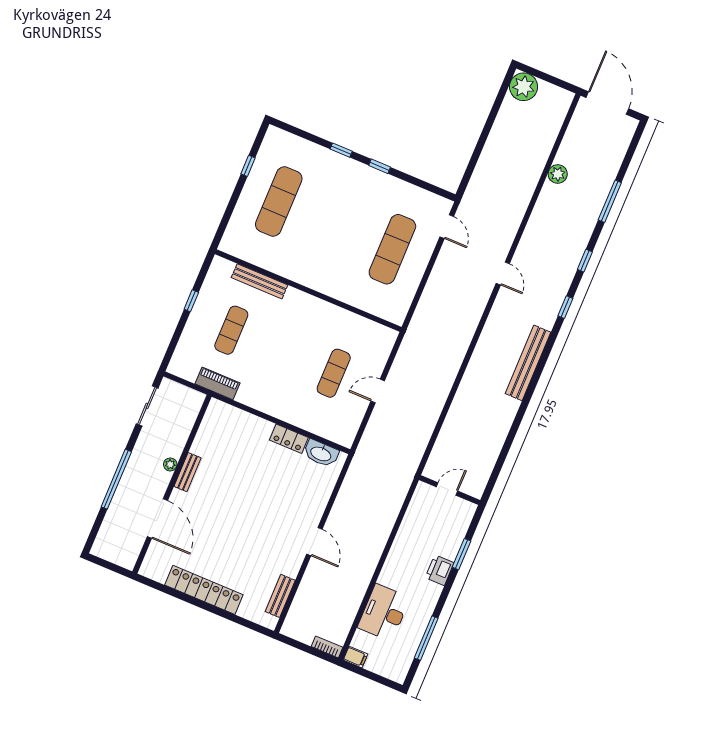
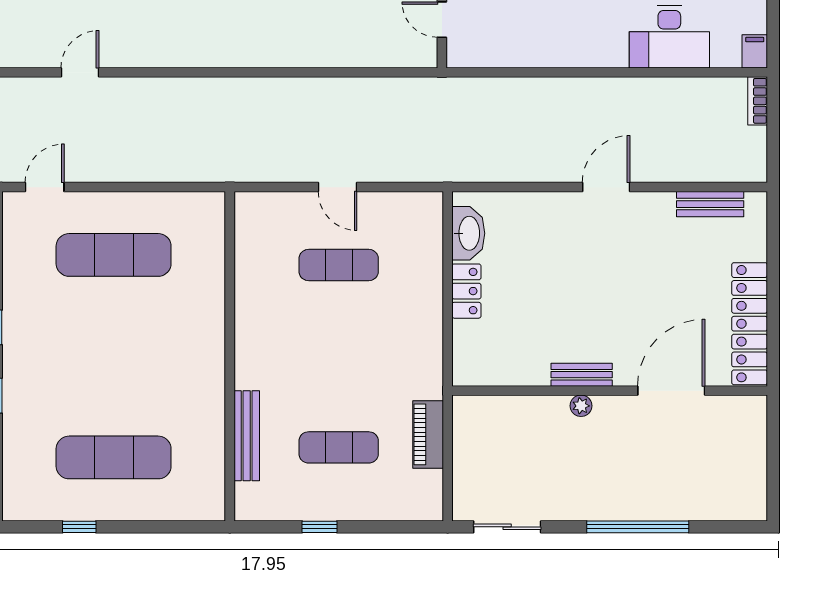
plant: (170, 464) -> (581, 406), moved
bench: (188, 472) -> (582, 375), moved
wall: (172, 484) -> (610, 391), moved
door: (157, 519) -> (671, 391), moved

